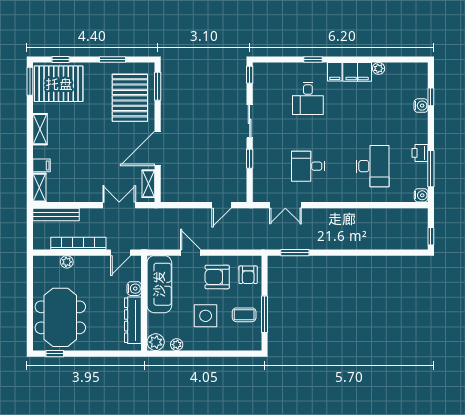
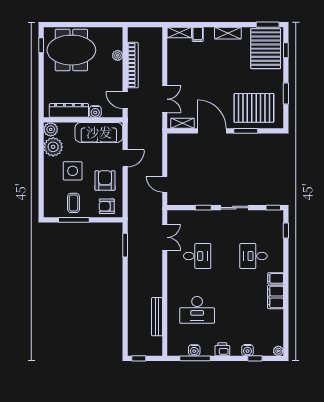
window: (313, 59) -> (286, 230), moved
plant: (379, 68) -> (278, 351), moved
window: (158, 86) -> (246, 131), moved
printer: (420, 153) -> (222, 349), moved
desk: (308, 166) -> (197, 256), turned 90
water cooler: (421, 195) -> (194, 350), moved
double door: (285, 205) -> (165, 237), swing flipped
bench: (56, 214) -> (157, 317), moved
plant: (177, 345) -> (53, 147), width x1.88, depth x1.88

